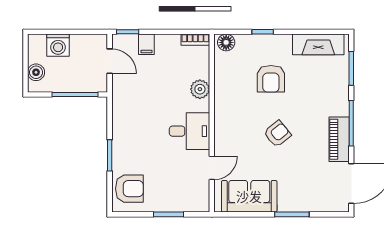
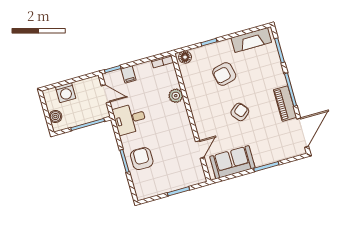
armchair: (271, 79) -> (224, 74), turned 78
desk: (189, 131) -> (130, 119), moved, turned 180
armchair: (129, 189) -> (142, 159), moved, turned -90

